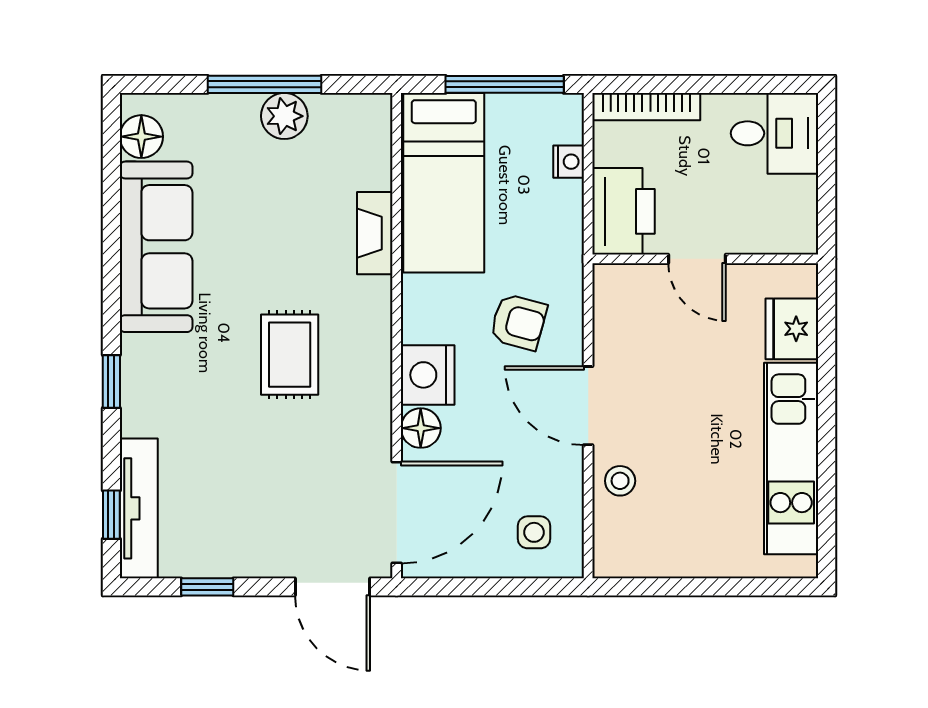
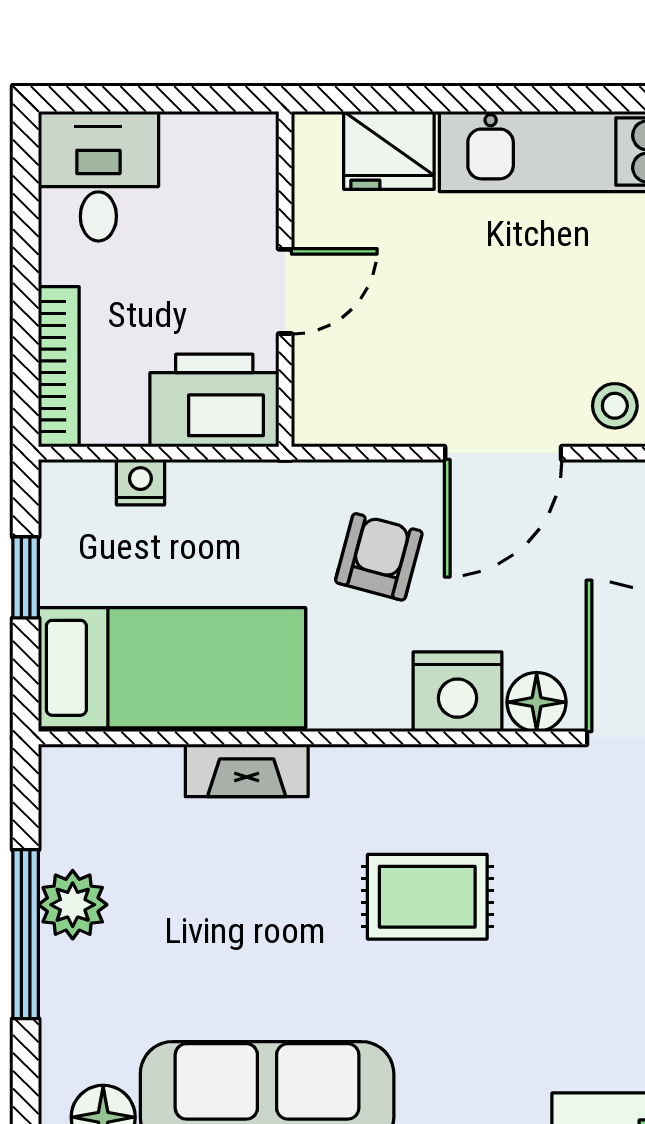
window: (505, 84) -> (26, 577), width x0.46

